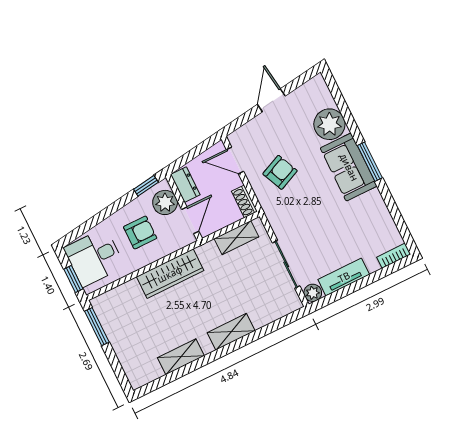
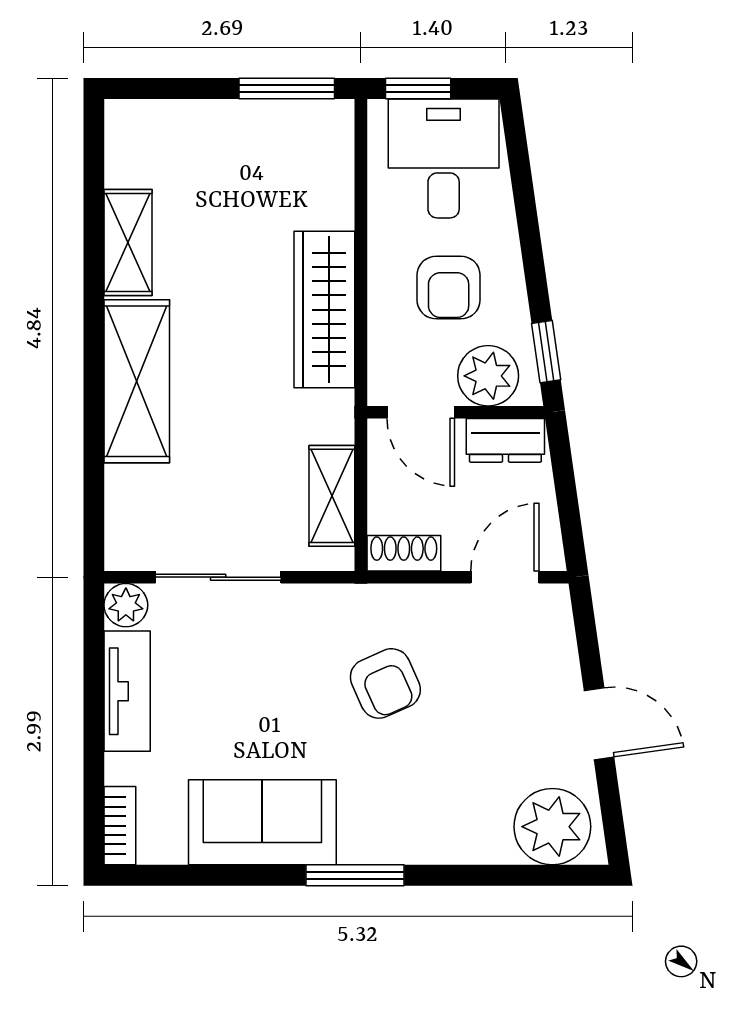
plant: (329, 124) -> (552, 827), moved
sofa: (349, 167) -> (262, 822), moved
armchair: (280, 172) -> (385, 683), moved
shelving: (231, 332) -> (137, 381), width x1.50, depth x1.33

